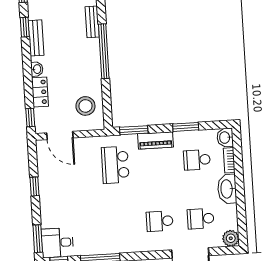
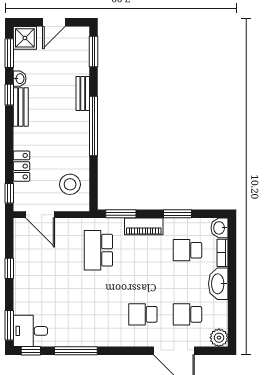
washbasin: (37, 69) -> (20, 79), moved

